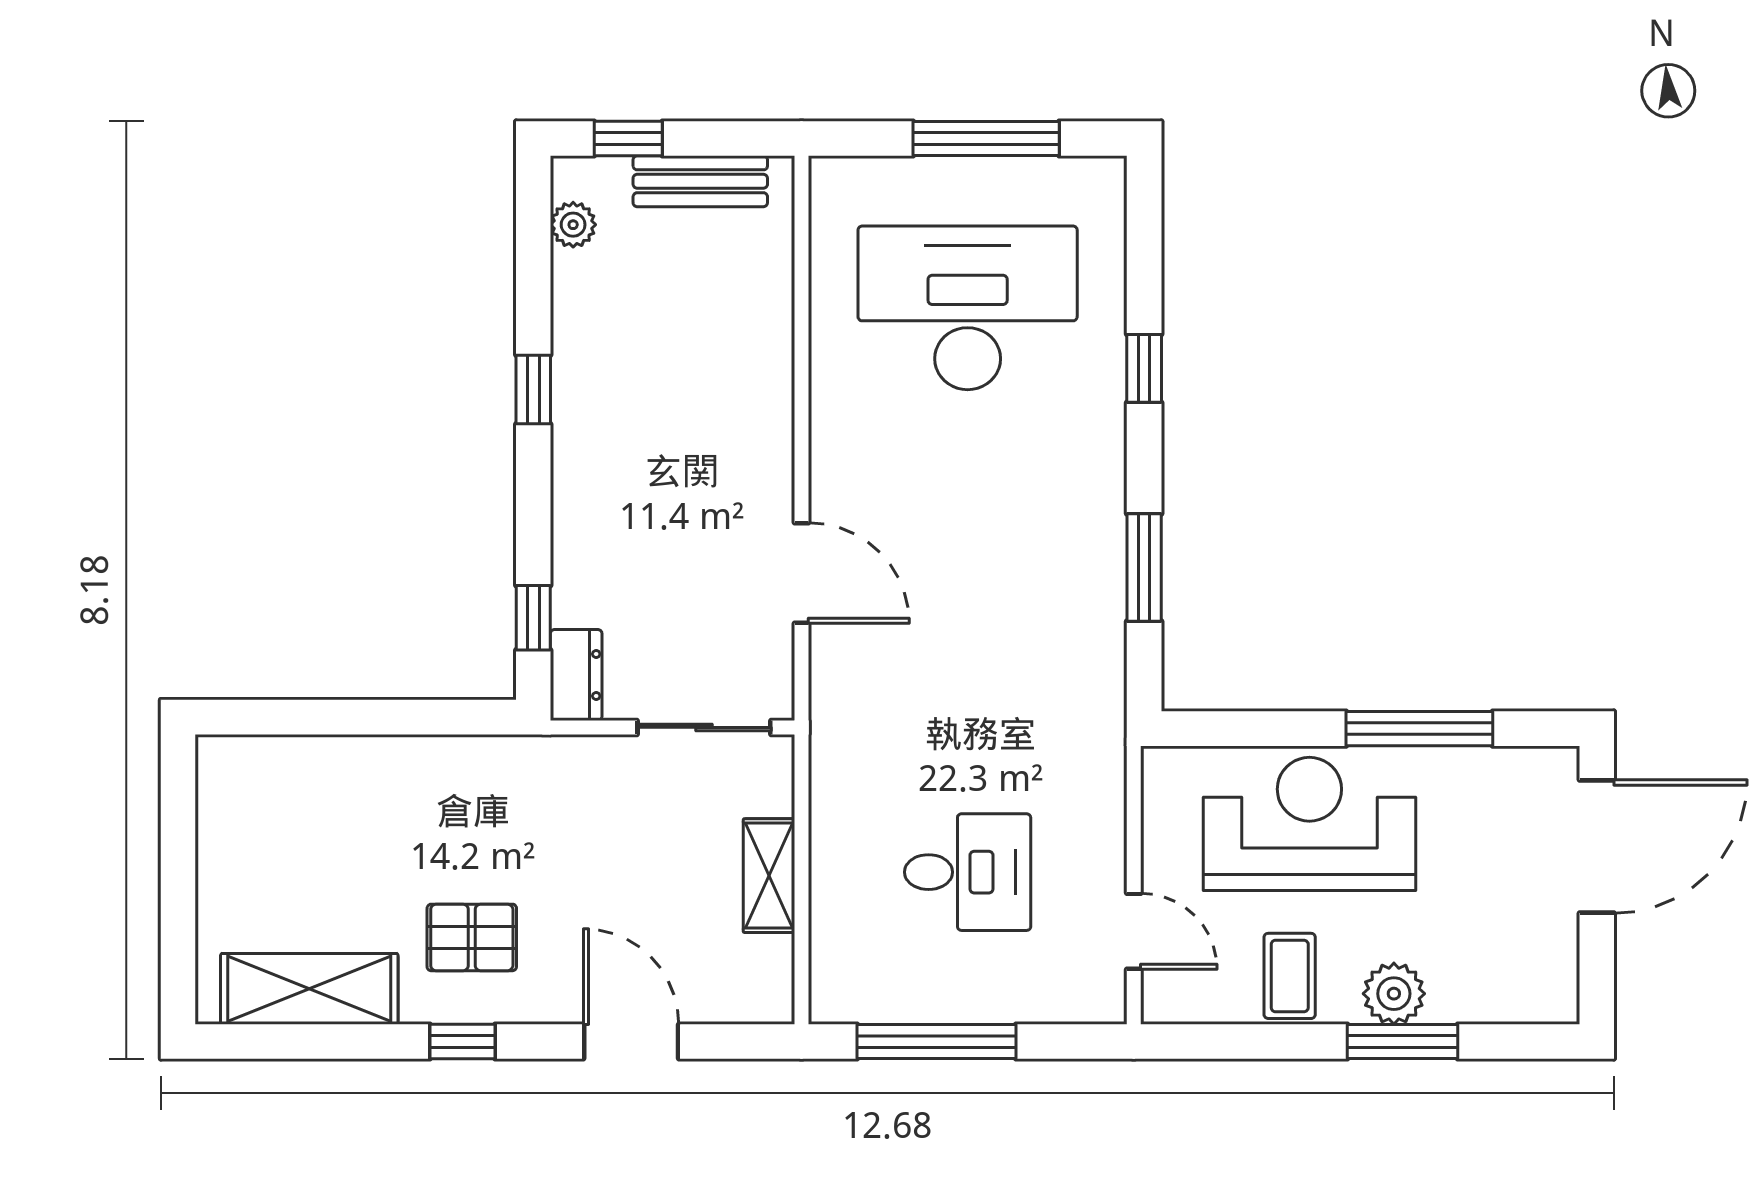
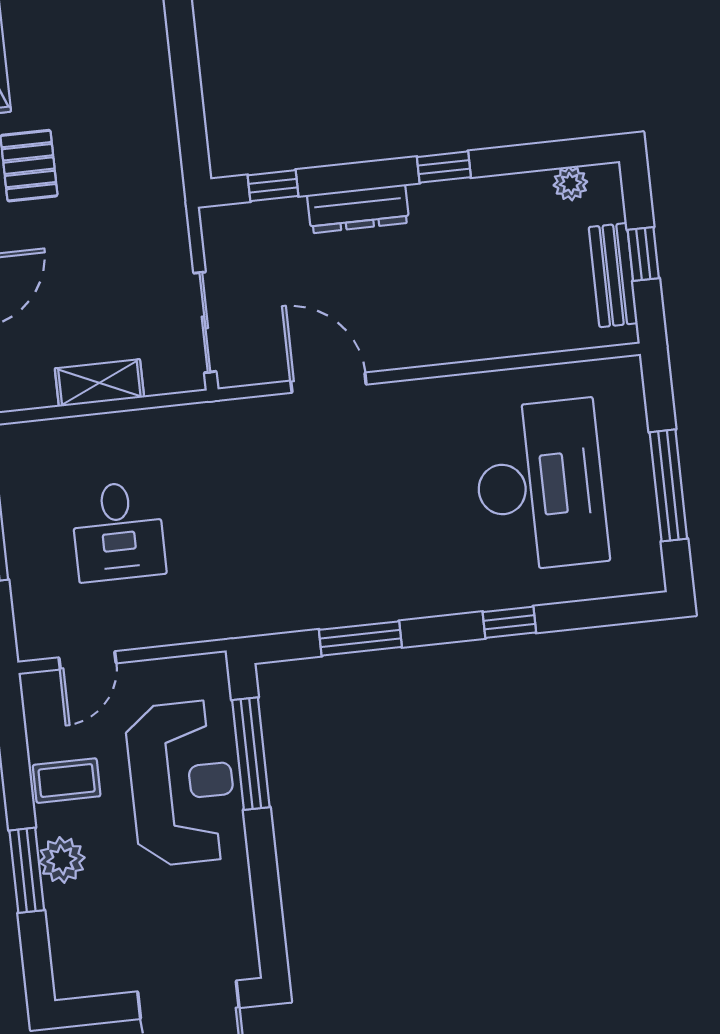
window: (628, 138) -> (643, 254), moved
door: (801, 573) -> (328, 383), swing flipped
dresser: (576, 675) -> (358, 209), moved, width x1.44
window: (1419, 729) -> (251, 754), moved

